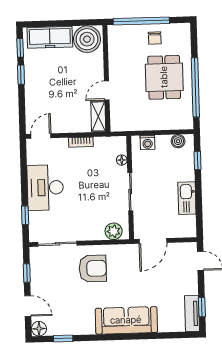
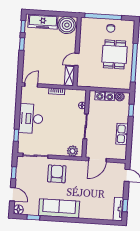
washing machine: (163, 142) -> (110, 96), added
armchair: (93, 268) -> (57, 174), turned -90
sofa: (126, 320) -> (59, 208), moved

